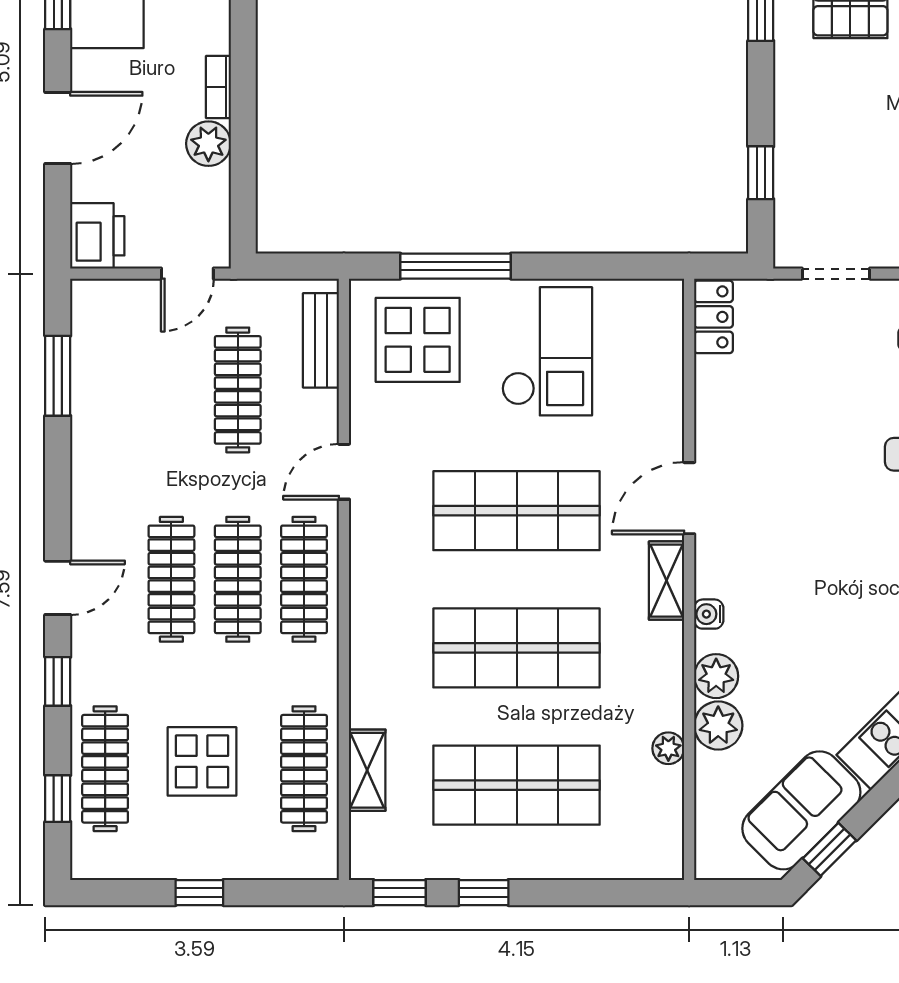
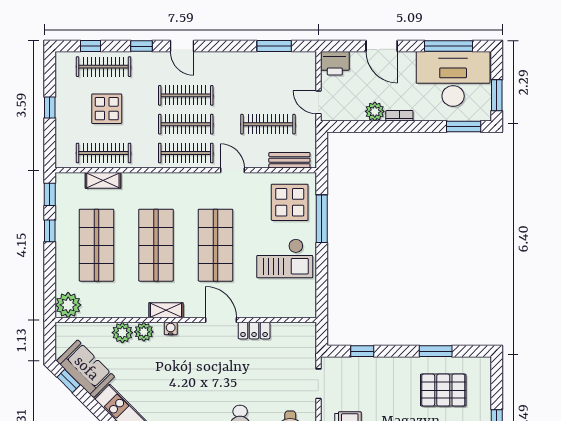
locker: (713, 317) -> (254, 331), moved
shelving: (667, 581) -> (166, 310), moved
plant: (668, 748) -> (68, 305), moved, width x1.88, depth x1.88

